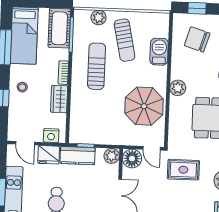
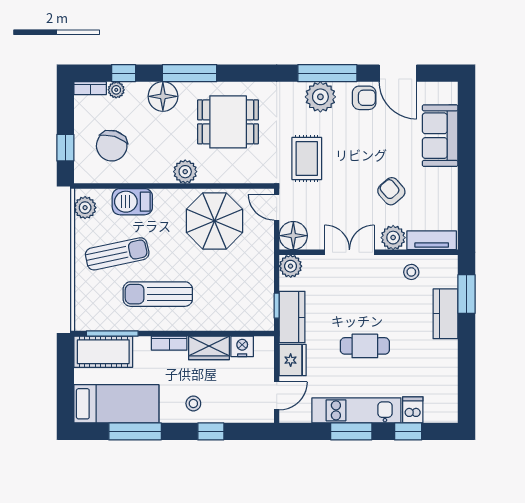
plant: (99, 17) -> (85, 208), moved
nightstand: (51, 136) -> (242, 346), moved, turned -90
door: (152, 148) -> (277, 207), swing flipped

